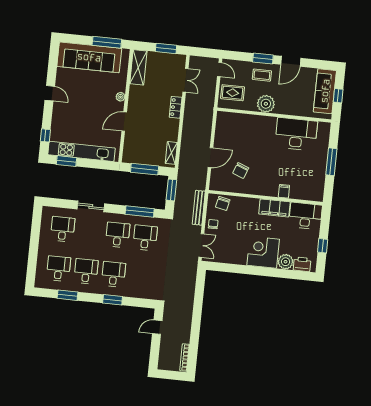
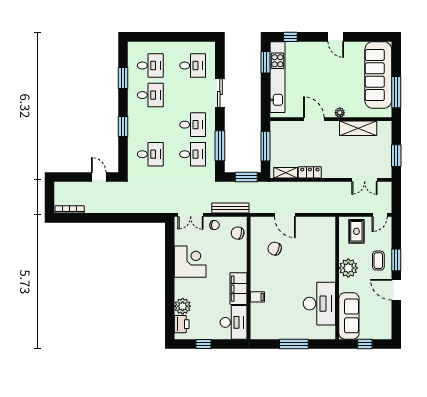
shelving: (138, 67) -> (358, 128), moved
sofa: (325, 91) -> (349, 316), moved, turned 90
door: (50, 93) -> (336, 37), hinge flipped
locker: (176, 107) -> (310, 172), moved
corner desk: (263, 252) -> (190, 262), moved
desk: (113, 274) -> (150, 154), moved

